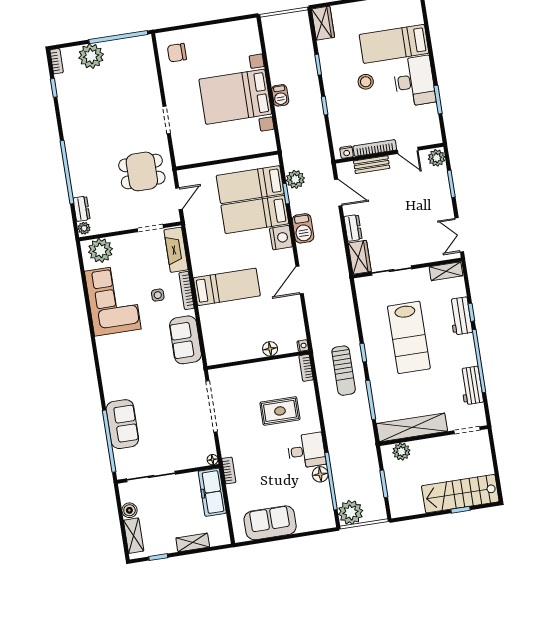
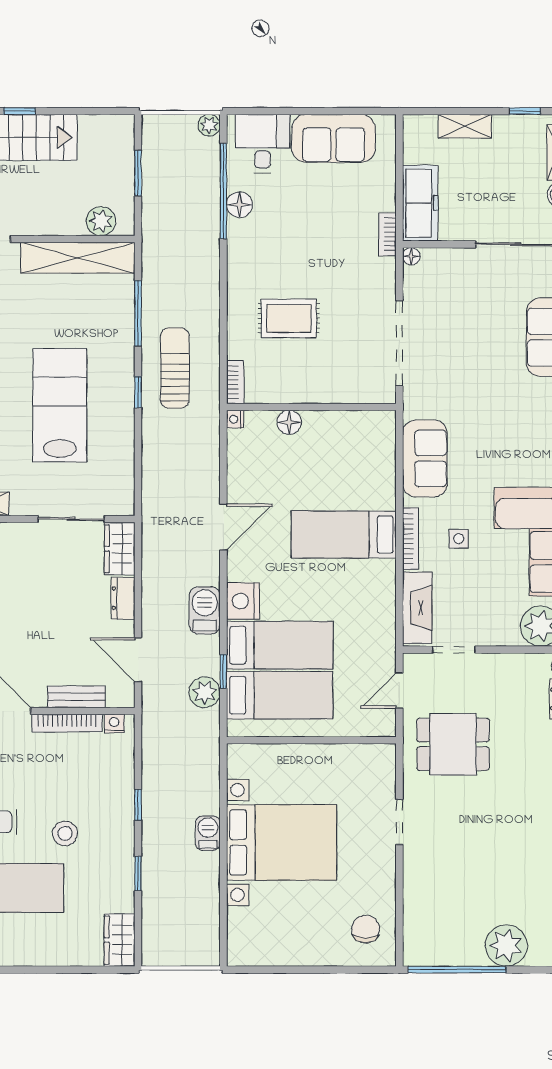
chair: (177, 53) -> (366, 929), turned -90
desk: (306, 451) -> (262, 144), moved, turned 90
plant: (351, 512) -> (209, 125), width x0.53, depth x0.53

